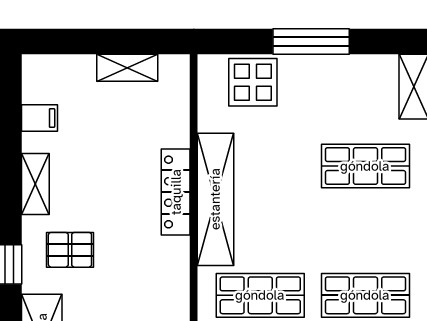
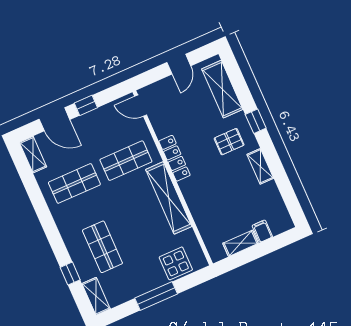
filing cabinet: (40, 118) -> (262, 231), moved, turned 90
shop shelf: (365, 166) -> (102, 247), turned 90
locker: (176, 192) -> (174, 158), moved

